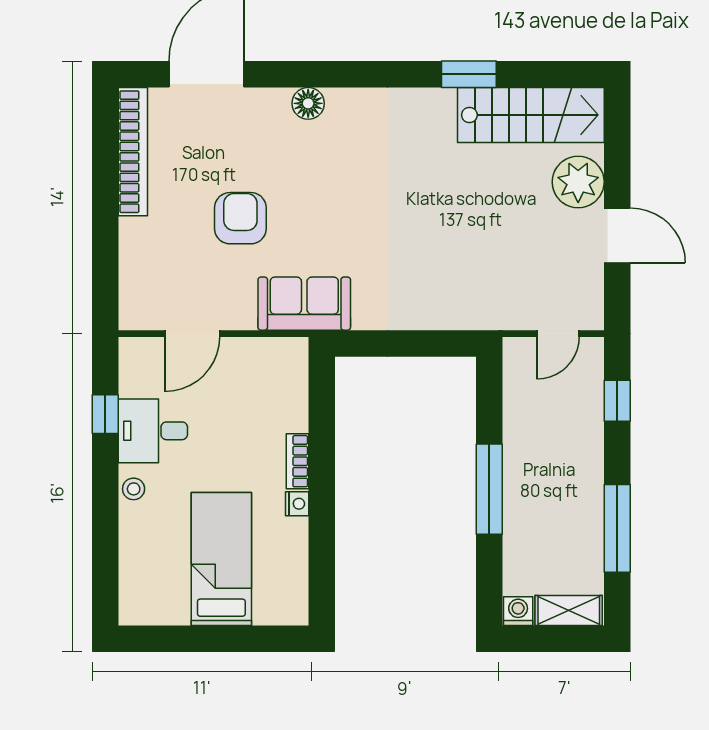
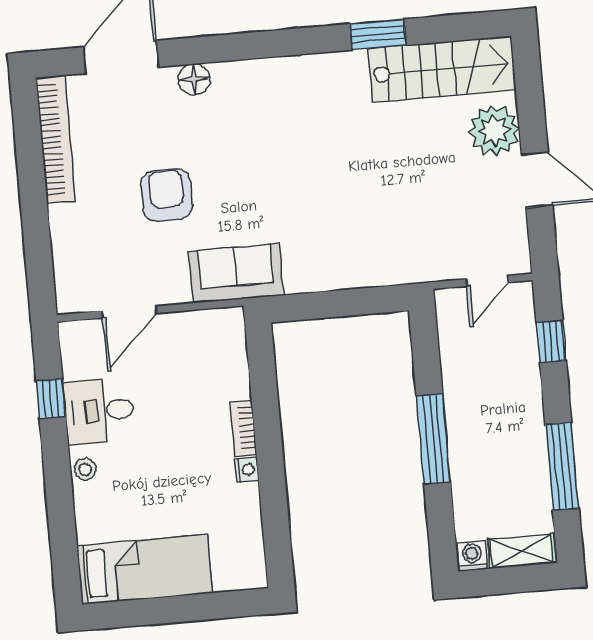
floor lamp: (308, 103) -> (194, 79), moved
bed: (221, 559) -> (145, 569), moved, turned 90

